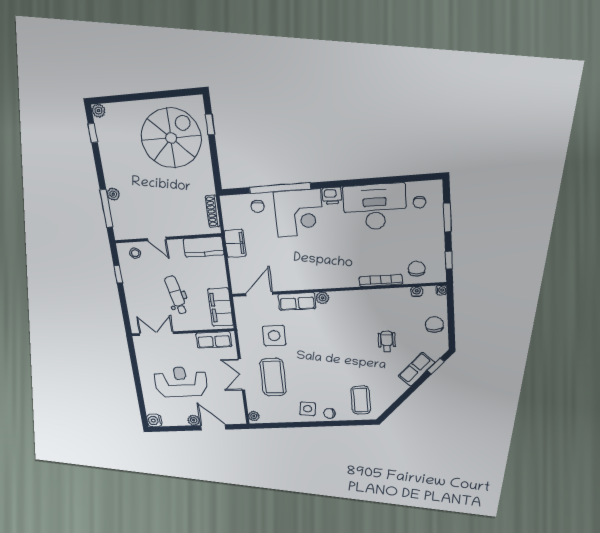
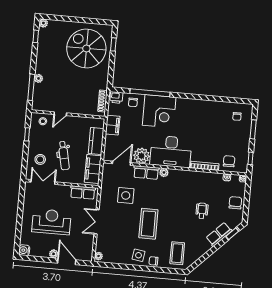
spiral stairs: (171, 138) -> (86, 48), turned -90
printer: (332, 196) -> (116, 97), moved
desk: (375, 207) -> (171, 152), moved, turned 180
door: (157, 239) -> (60, 114), hinge flipped
kitchen counter: (204, 247) -> (96, 141), moved, turned 90
plant: (286, 280) -> (141, 156), added
dental chair: (176, 295) -> (64, 156), turned 180
stool: (145, 305) -> (40, 159), added
coffee table: (273, 377) -> (148, 224), moved

